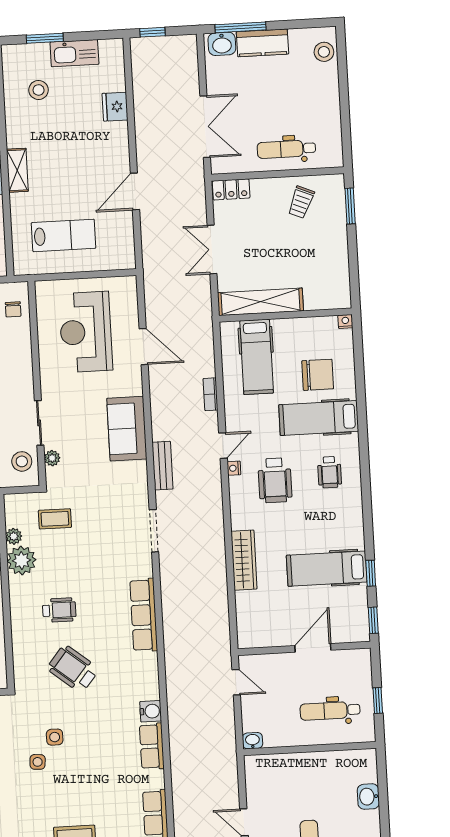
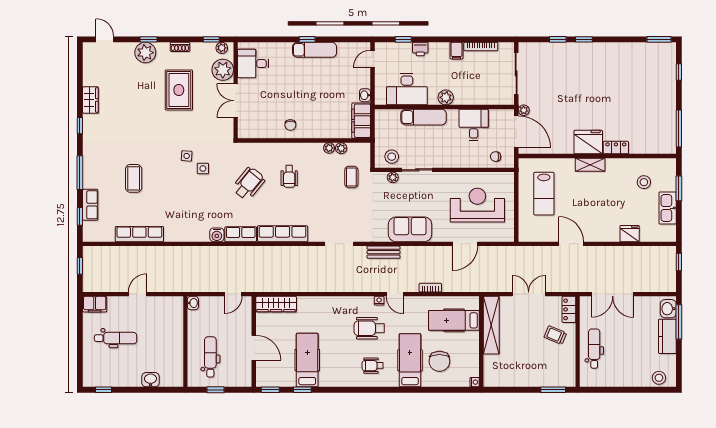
trolley: (301, 202) -> (555, 335), moved
plant: (22, 560) -> (329, 148), width x0.53, depth x0.53
wardrobe: (244, 560) -> (276, 304), moved
row of seats: (152, 746) -> (241, 234), moved

